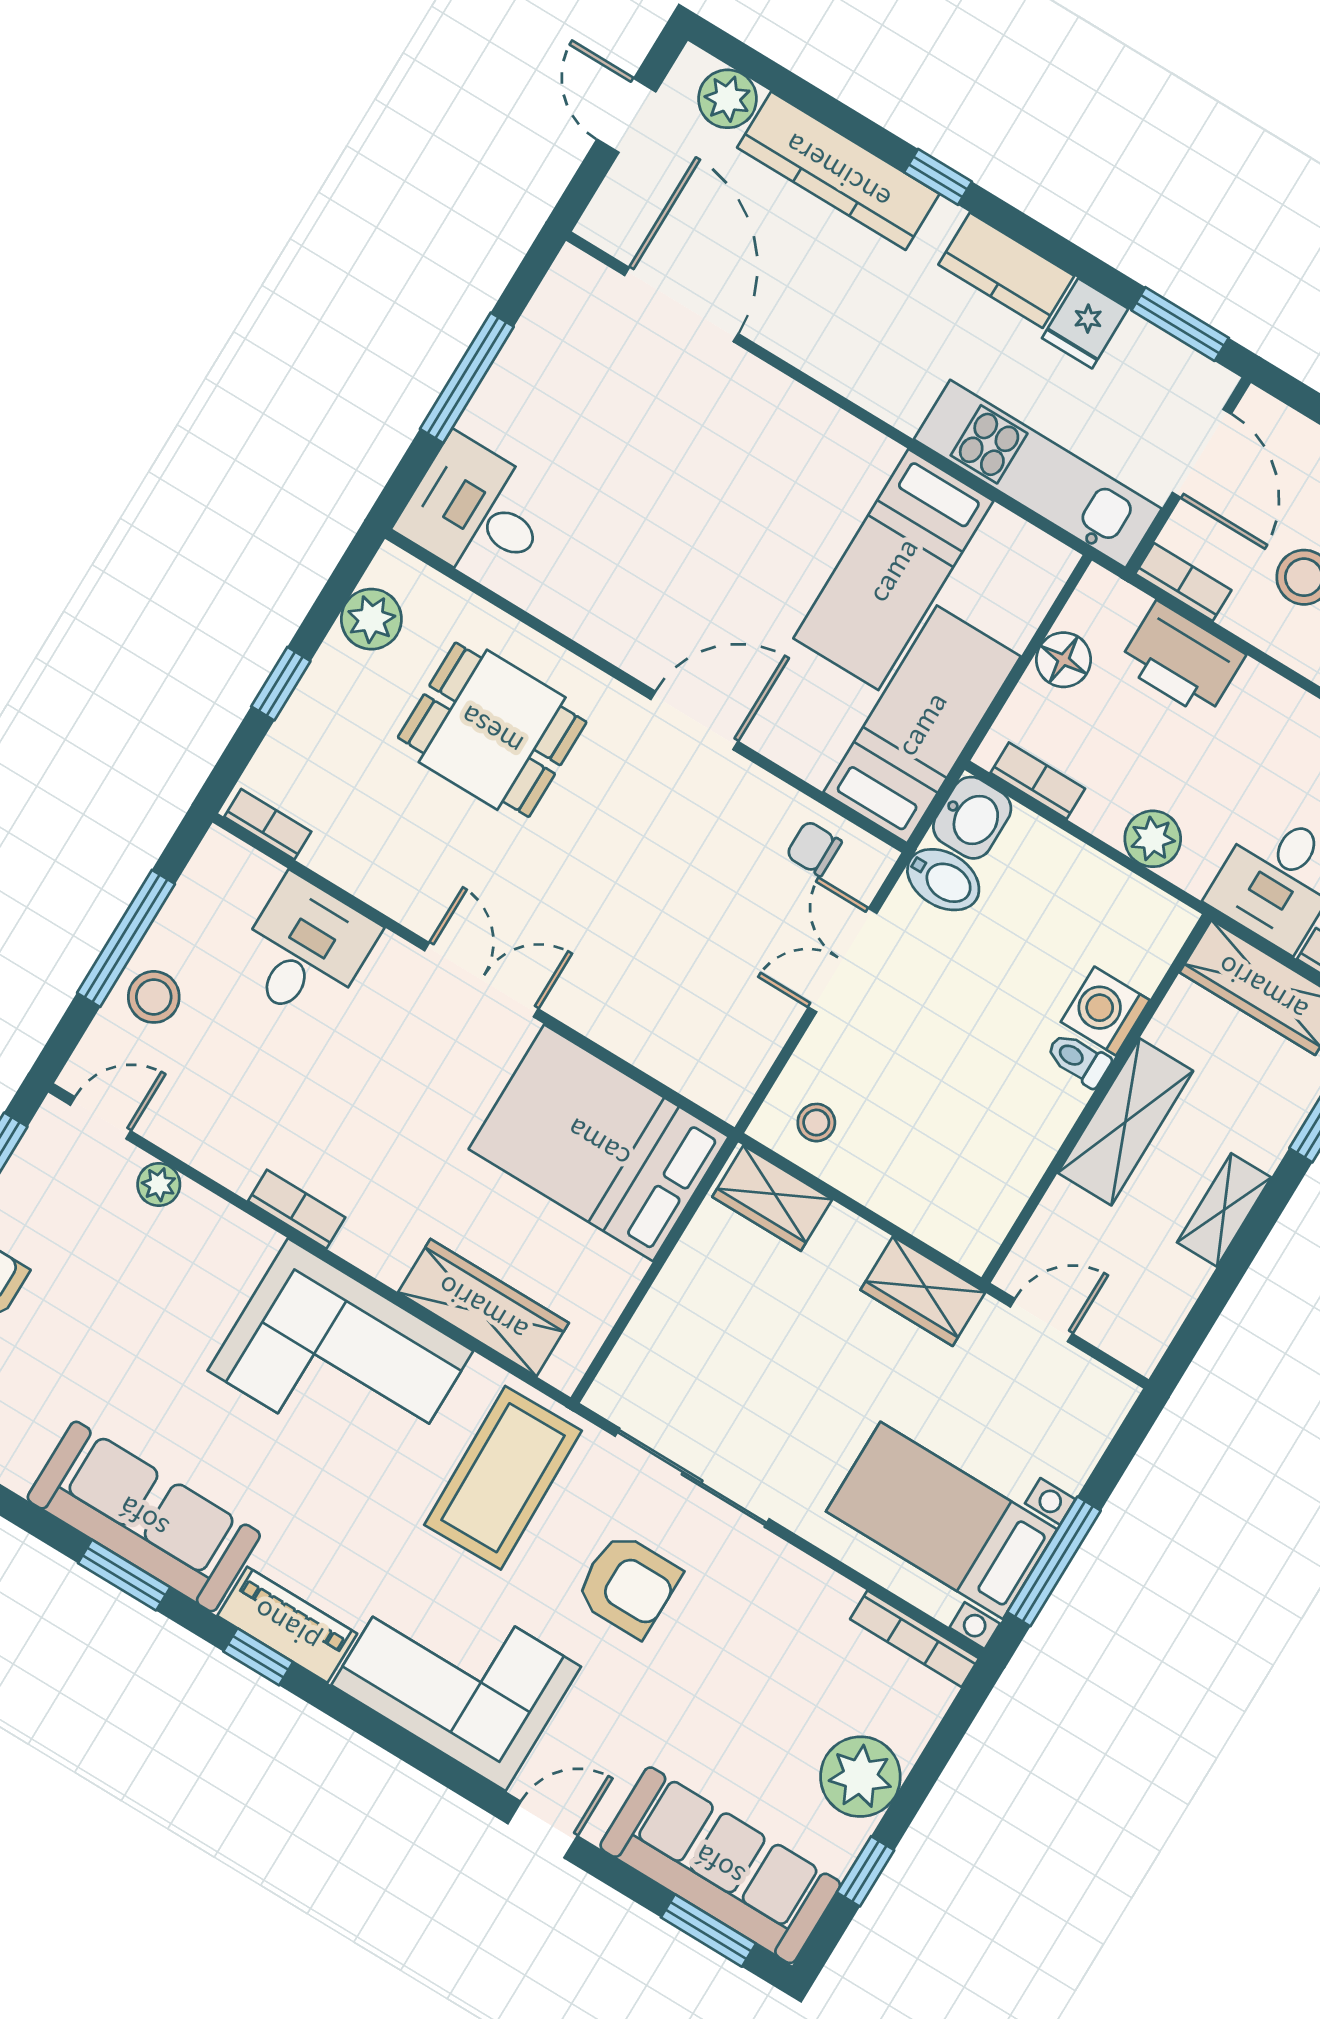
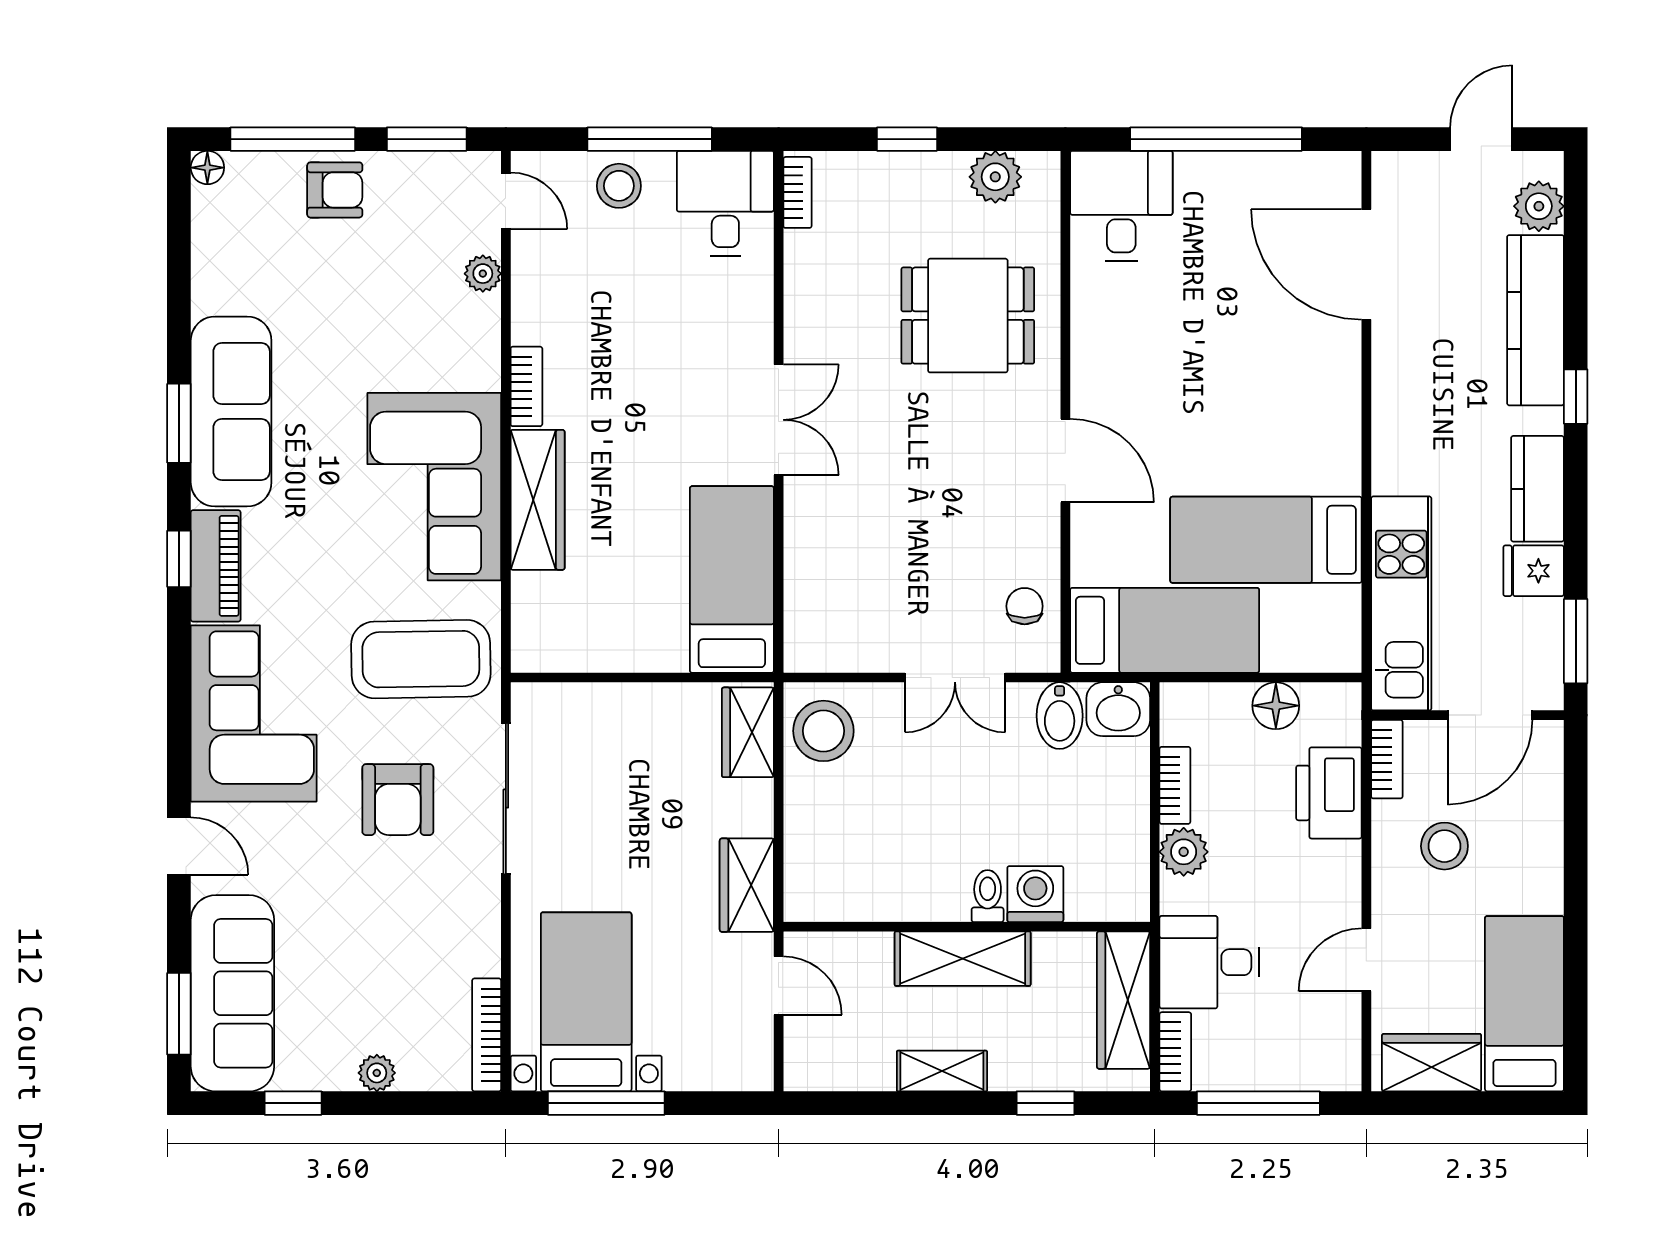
door: (681, 305) -> (1366, 264), swing flipped
window: (467, 378) -> (1216, 139), width x1.46
dining table: (492, 730) -> (968, 316), turned 90
bookcase: (1038, 781) -> (1175, 785), moved
desk: (305, 950) -> (725, 203), moved, turned -90
double door: (843, 960) -> (955, 678), swing flipped
stool: (816, 1123) -> (823, 731), width x1.89, depth x1.89
bed: (599, 1143) -> (732, 579), width x0.67
wardrobe: (483, 1308) -> (538, 500), moved
plant: (860, 1777) -> (377, 1073), width x0.53, depth x0.53

